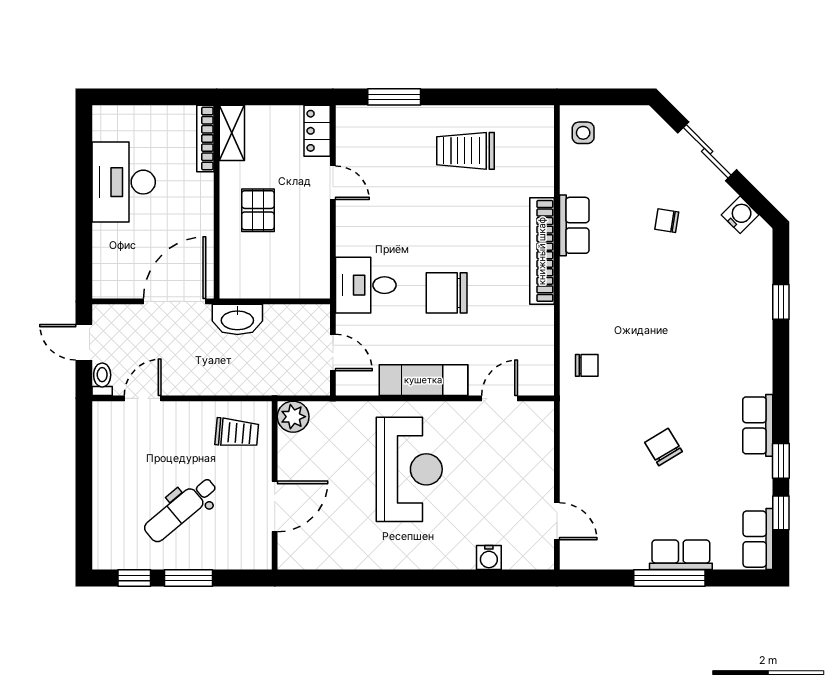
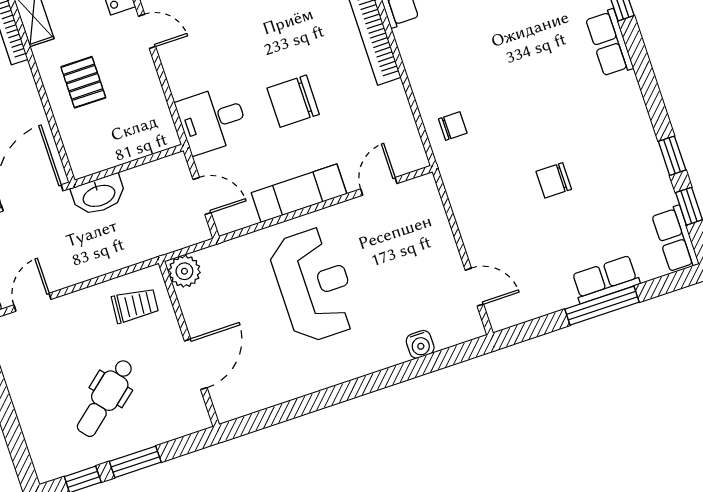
row of seats: (758, 425) -> (609, 43), moved
chair: (664, 447) -> (554, 180), turned -59

